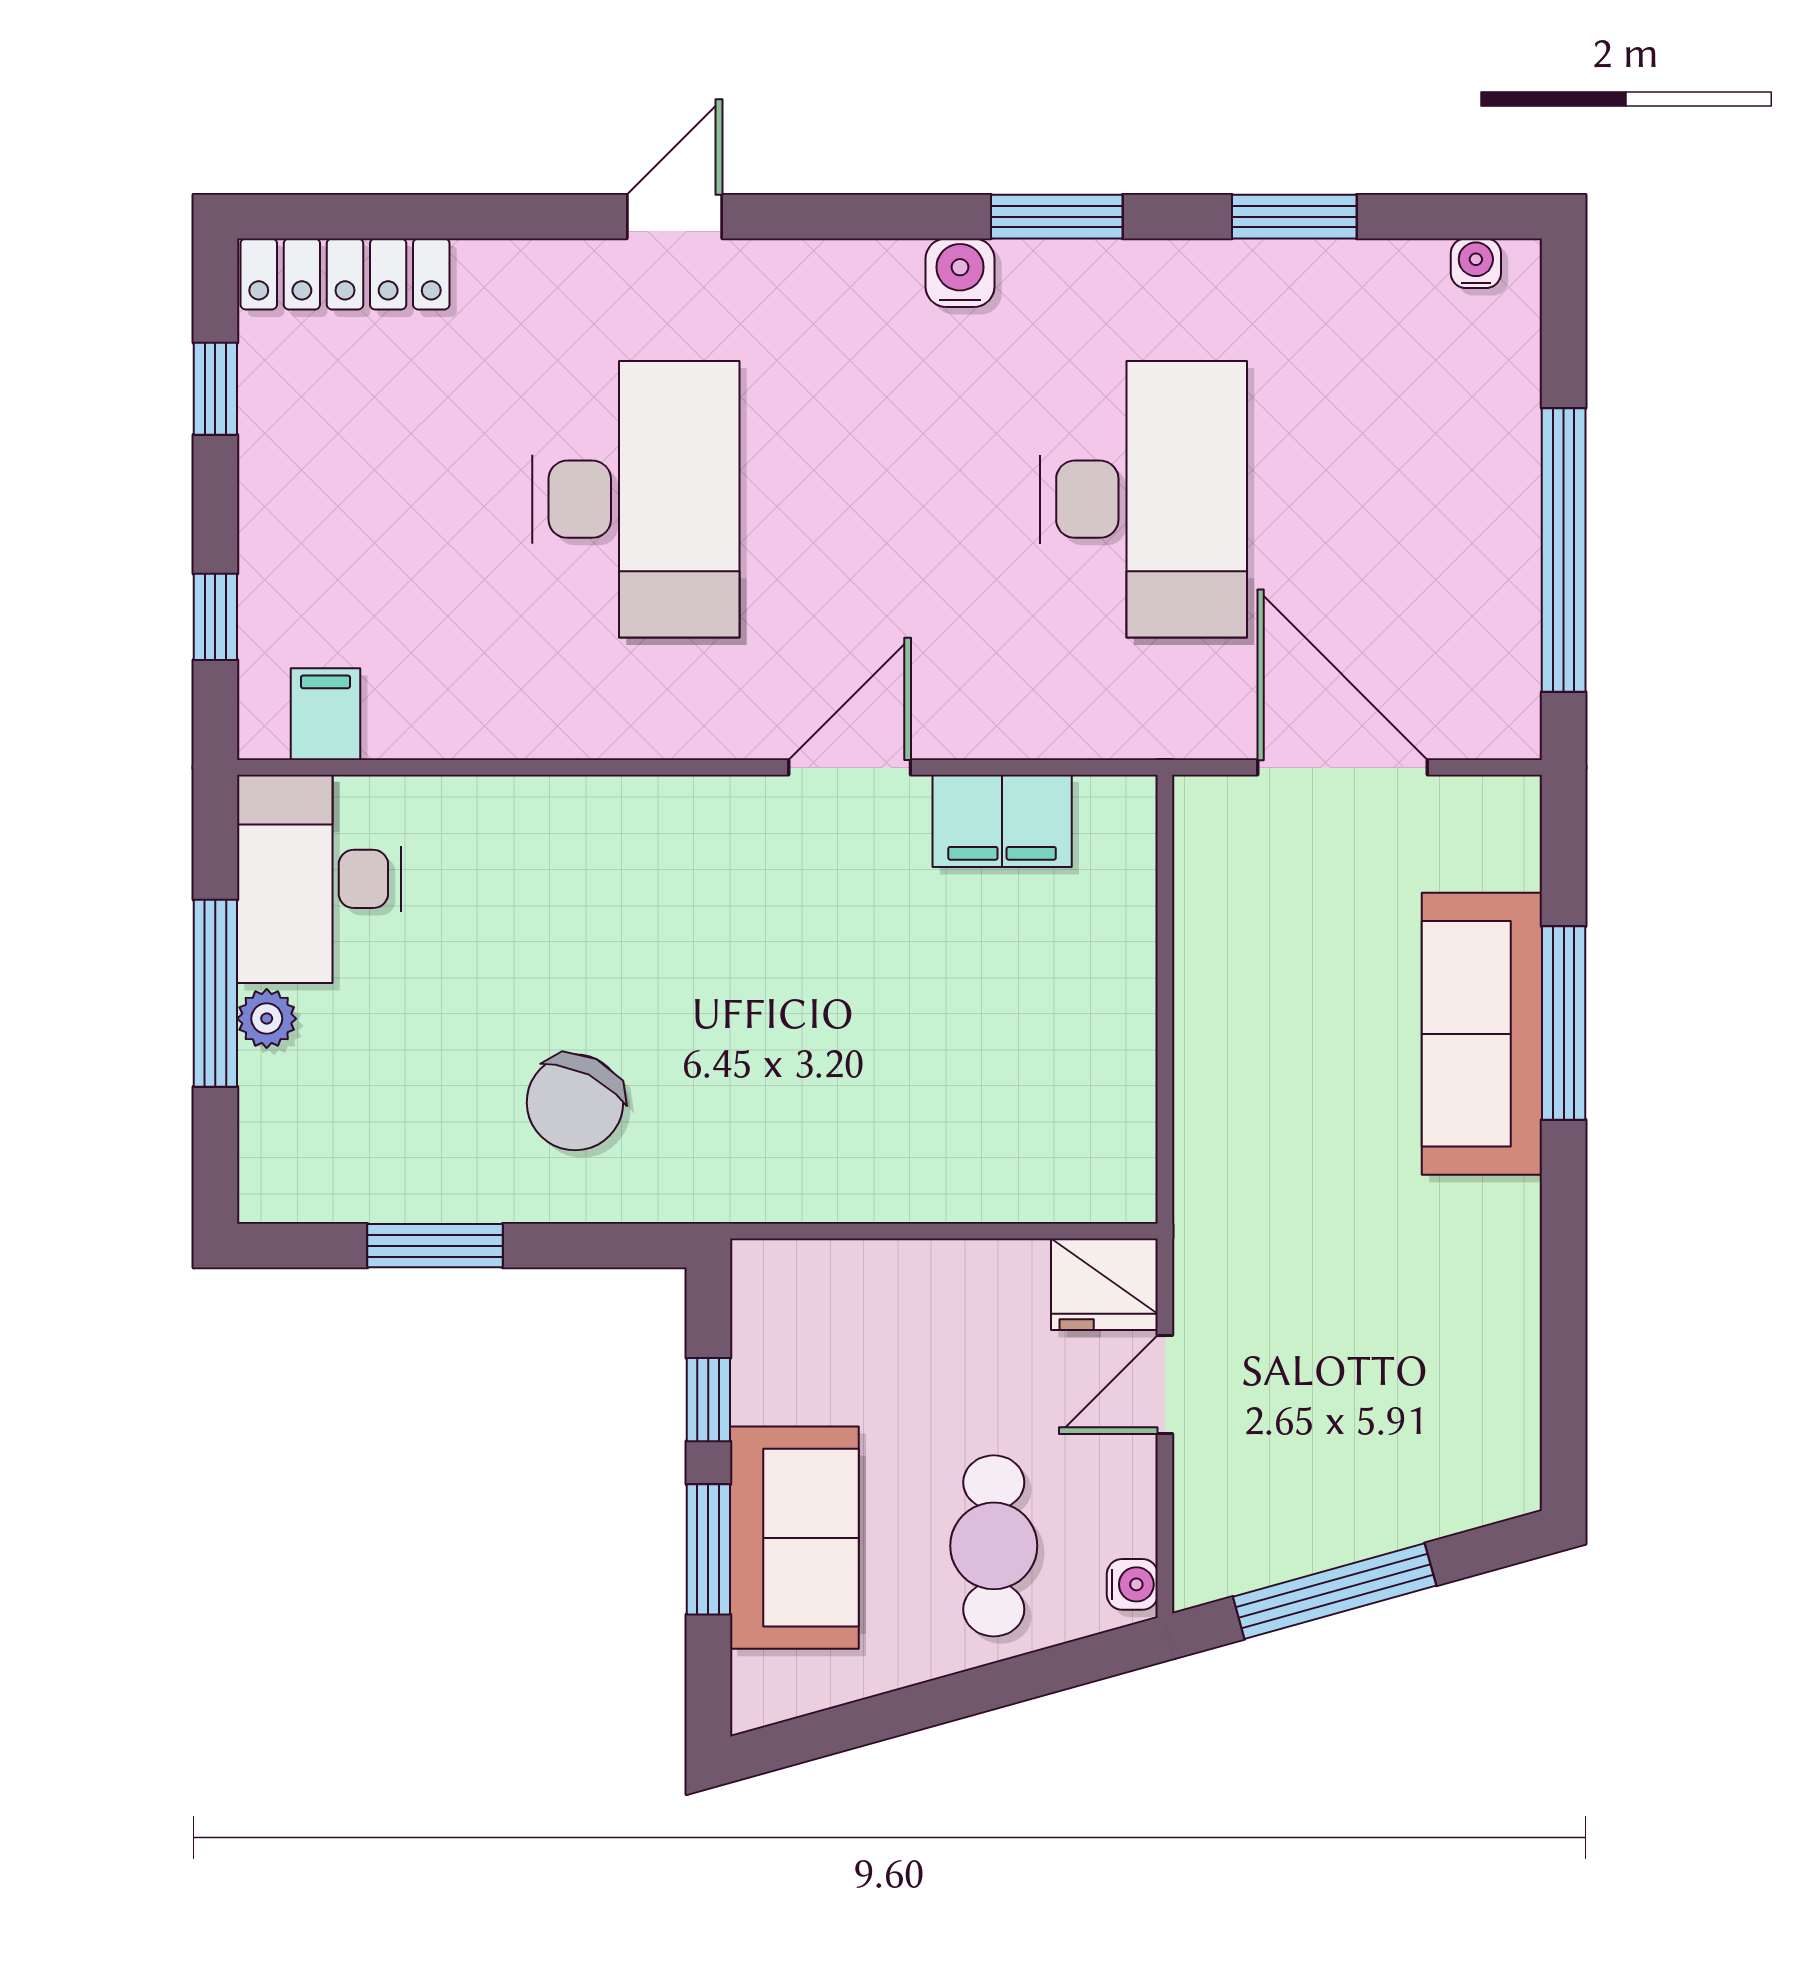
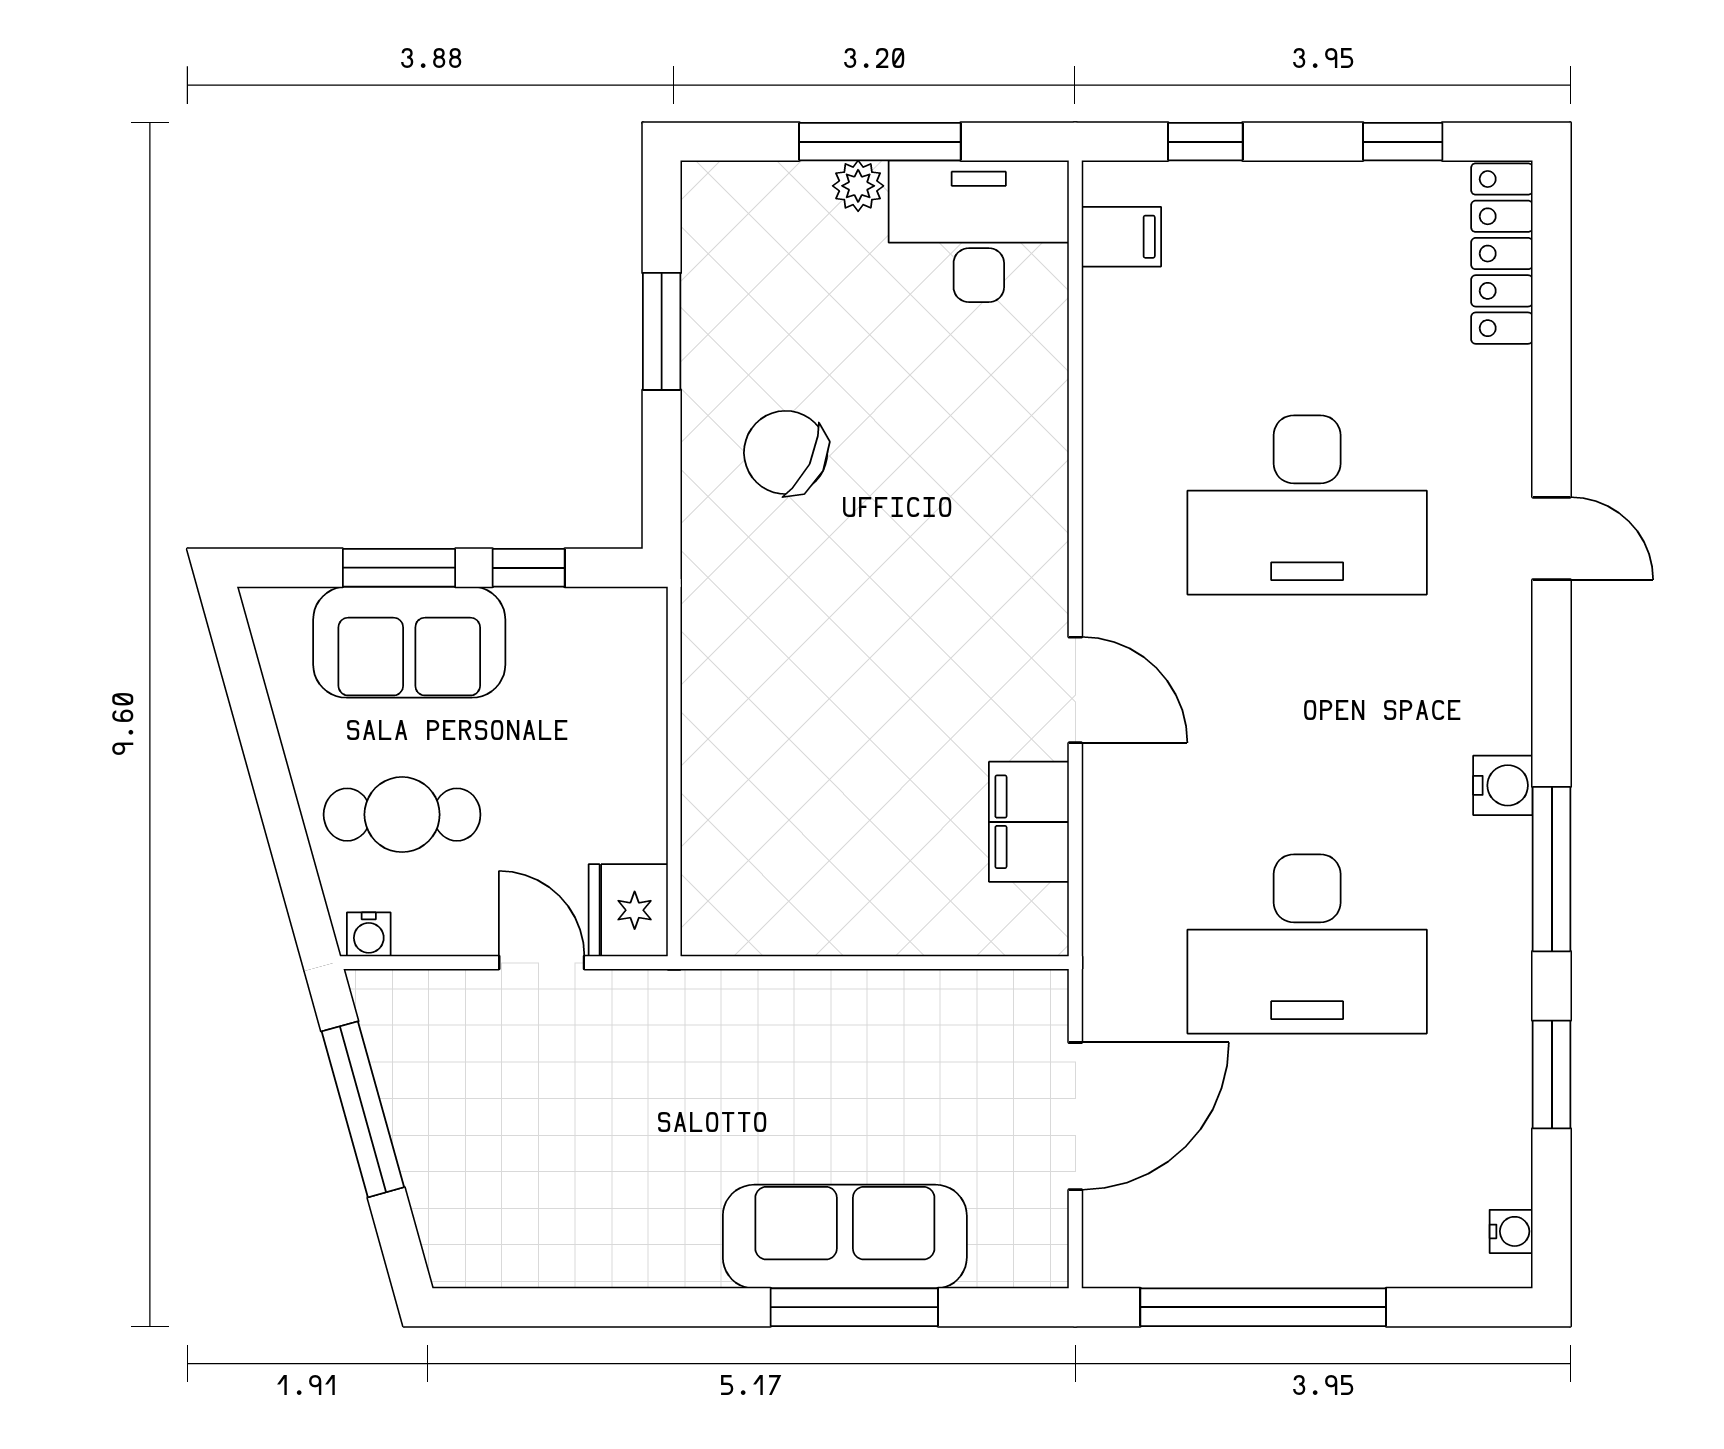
window: (1057, 217) -> (1552, 869), width x1.44

